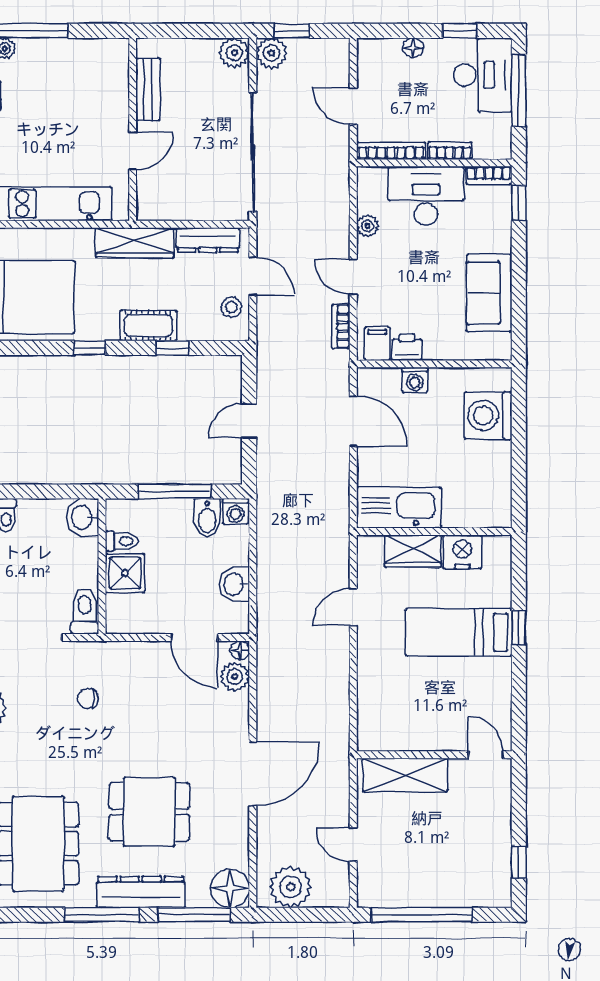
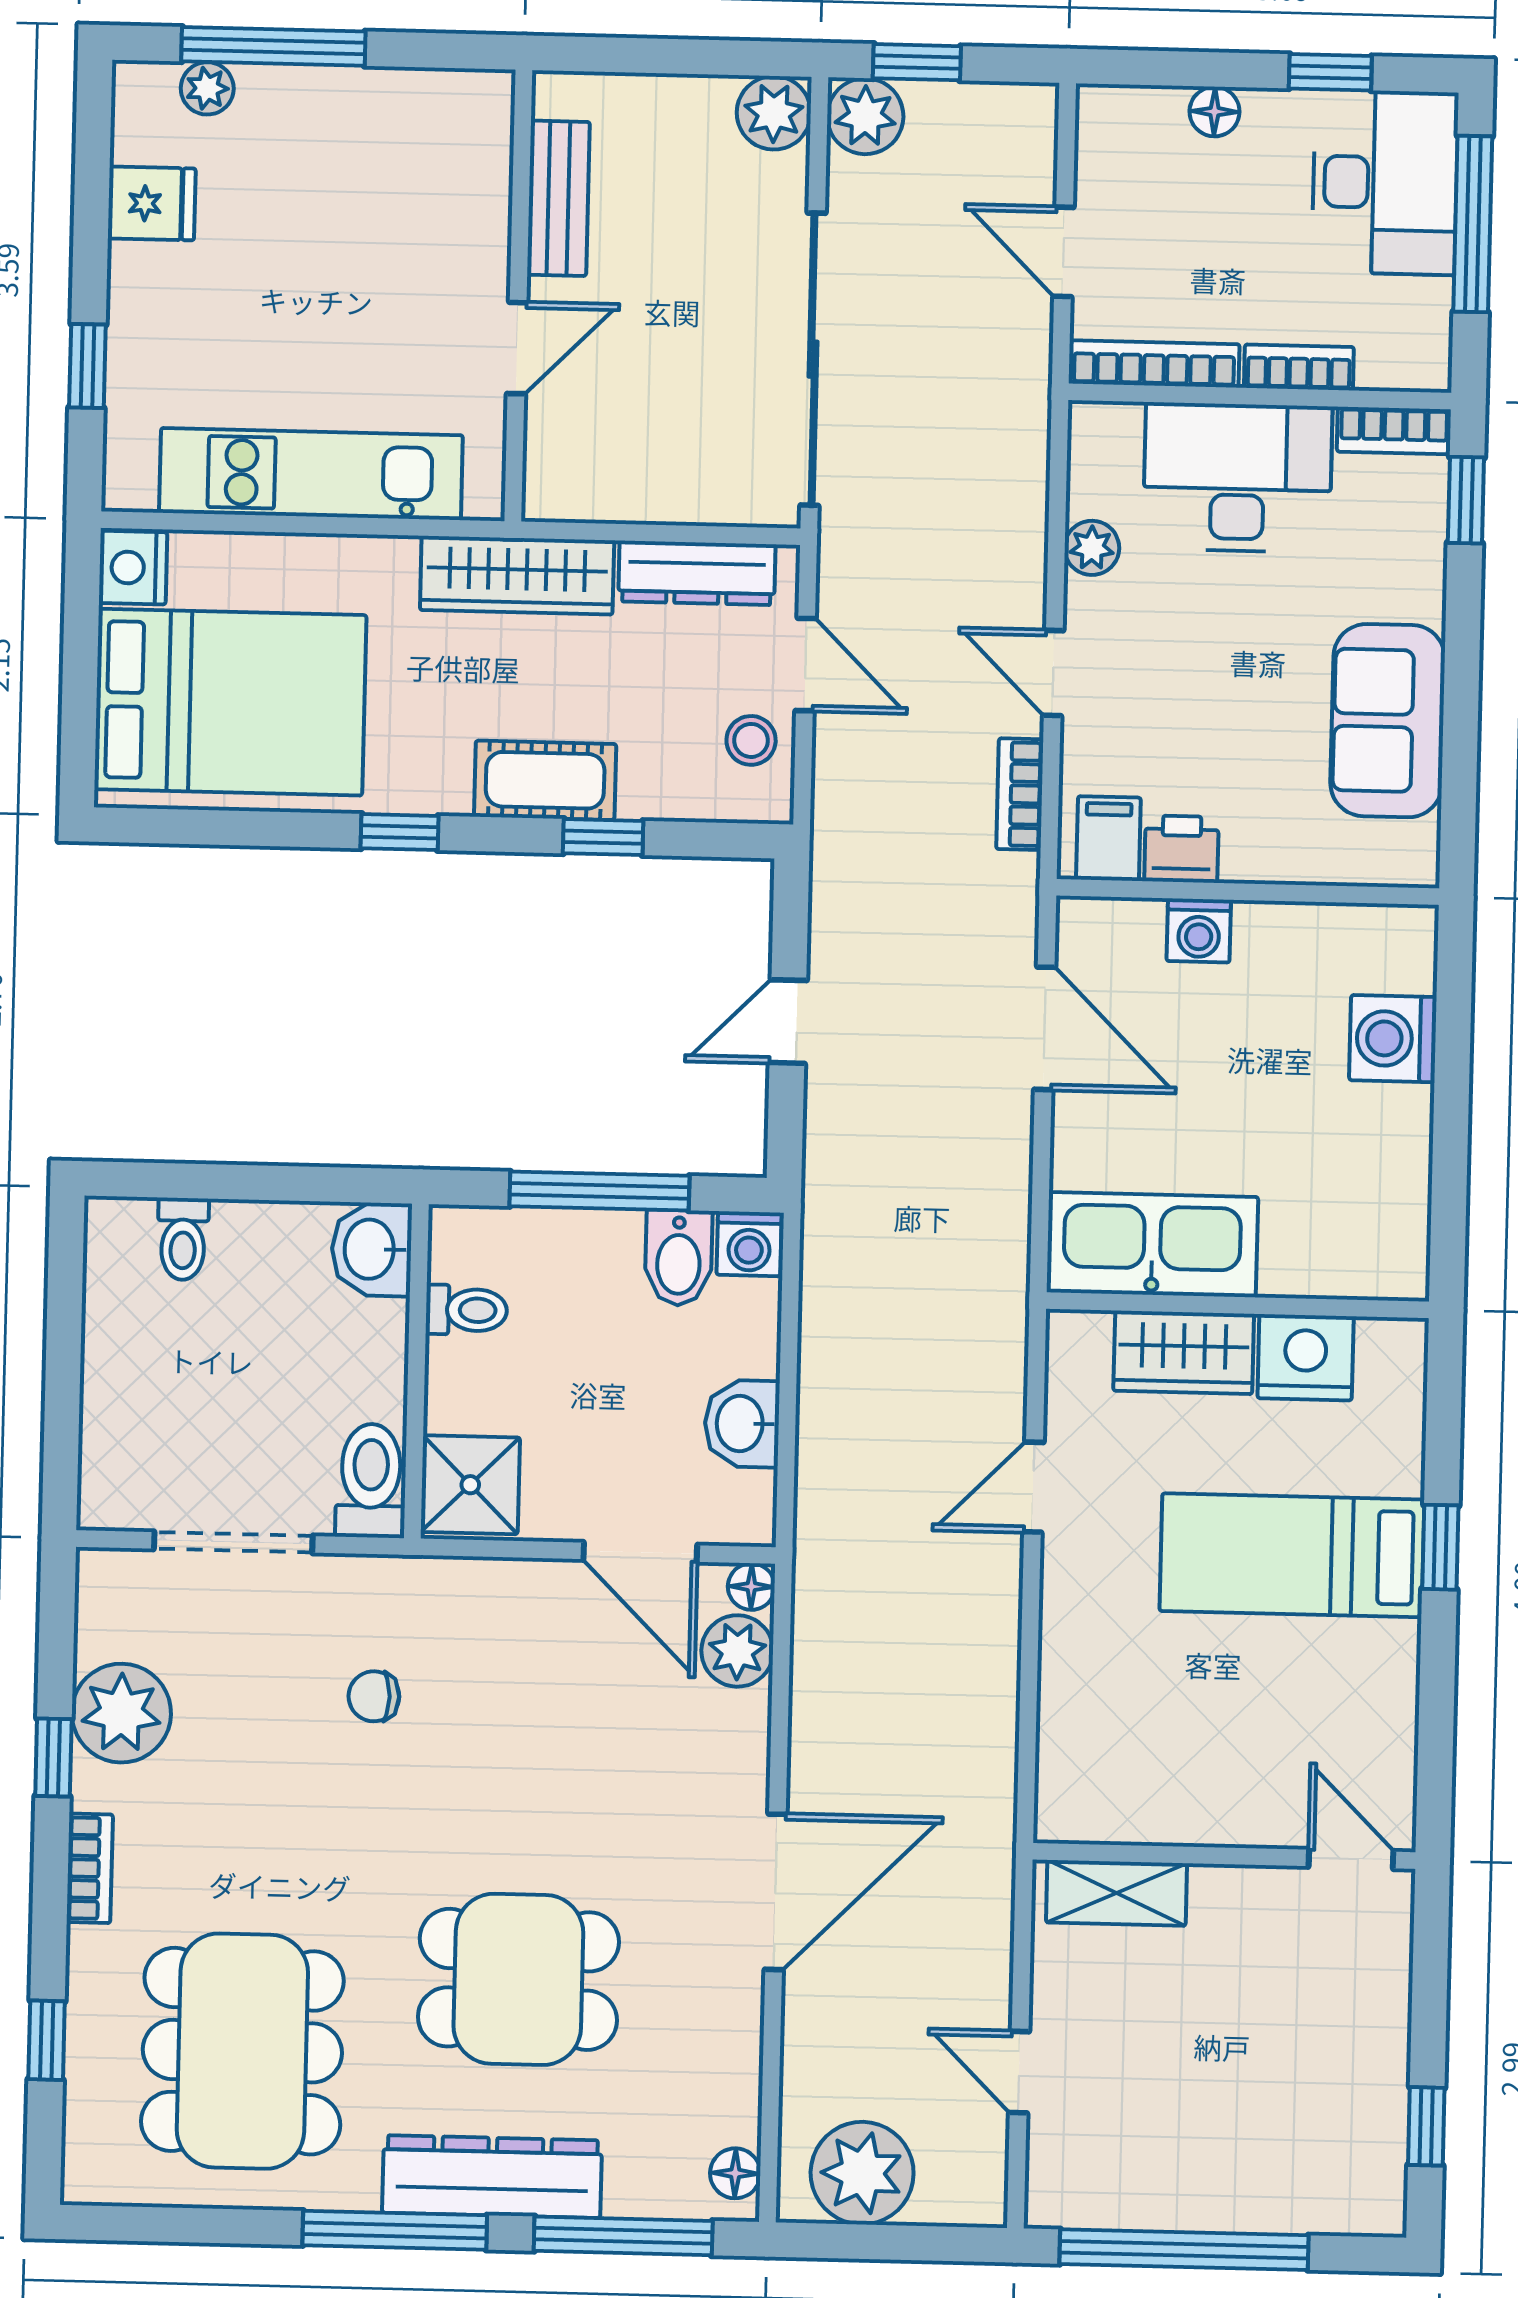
washing machine: (488, 415) -> (1393, 1039), width x0.73, depth x0.73
shower: (125, 573) -> (470, 1485), moved
shelving: (405, 775) -> (1116, 1893), width x0.67, depth x0.75
floor lamp: (230, 888) -> (735, 2173), width x0.53, depth x0.53

